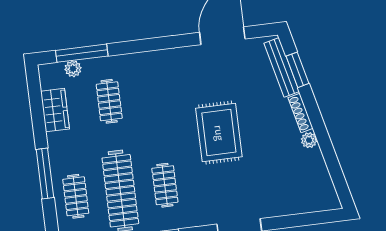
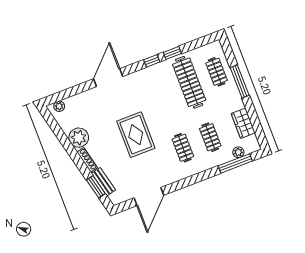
bench: (282, 67) -> (103, 182), width x0.73
plant: (309, 140) -> (79, 138), width x1.87, depth x1.87
clothes rail: (165, 185) -> (183, 148), moved
plant: (322, 203) -> (59, 106), added

